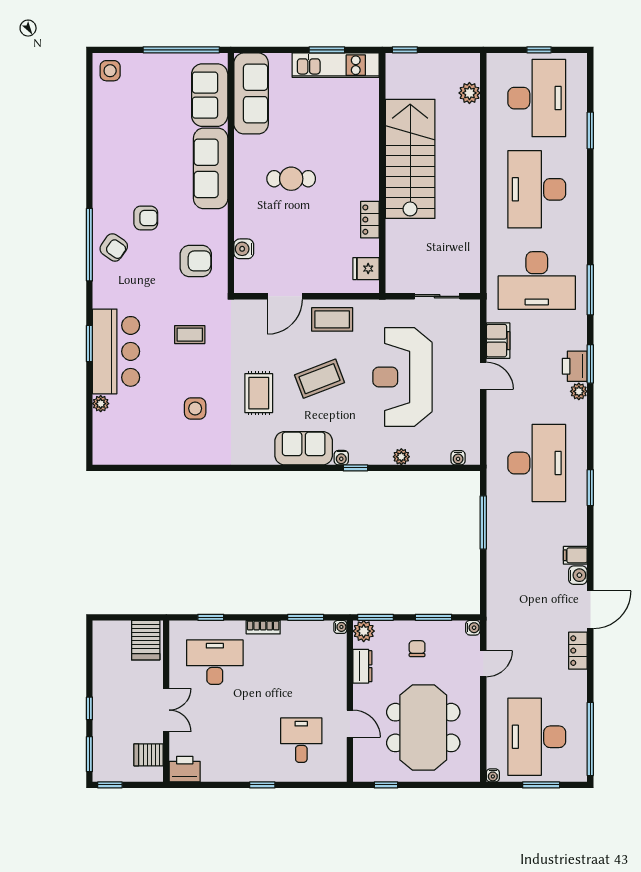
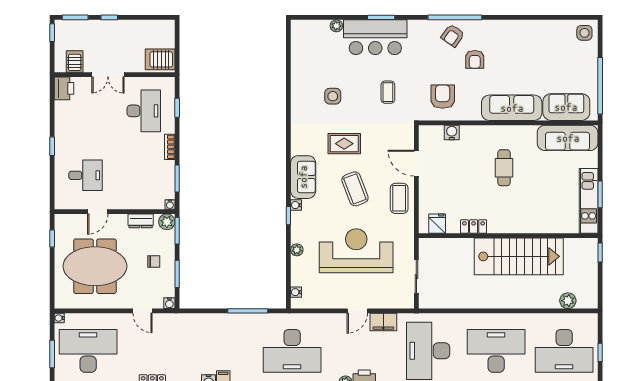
armchair: (196, 261) -> (443, 97), turned 180

